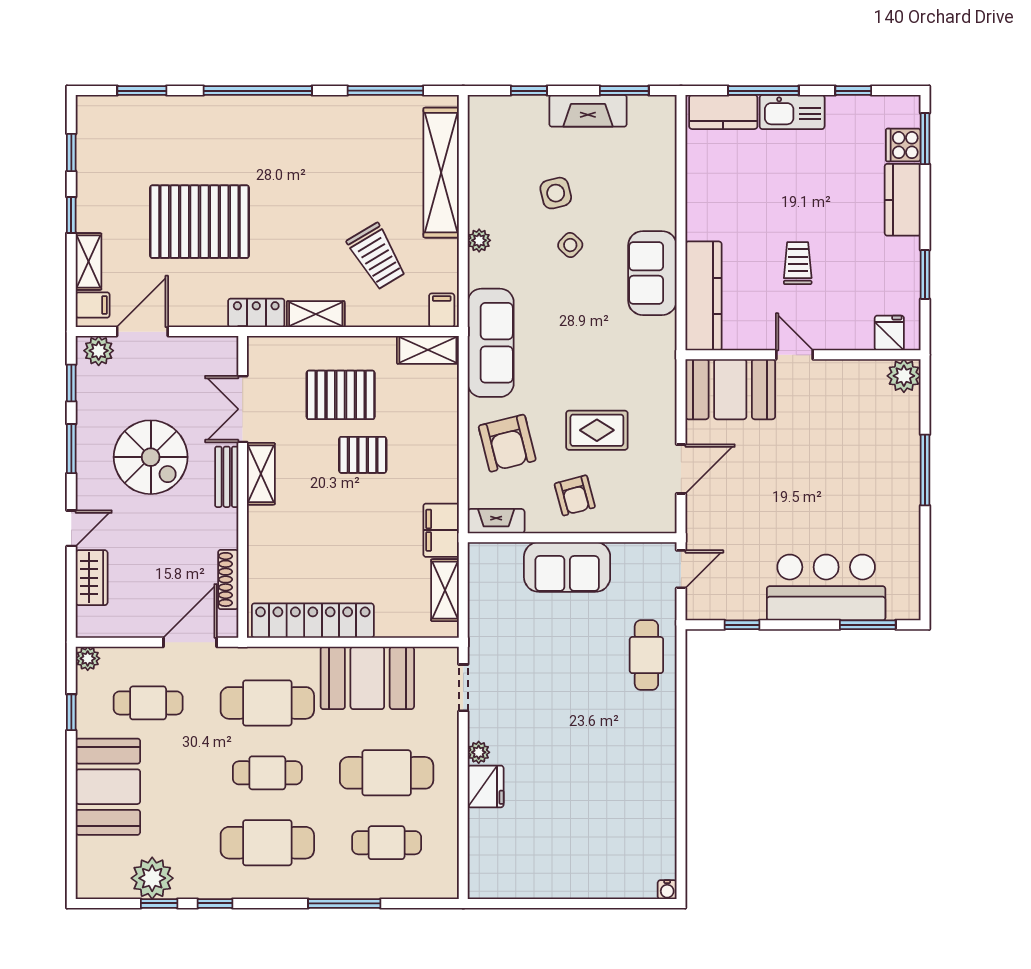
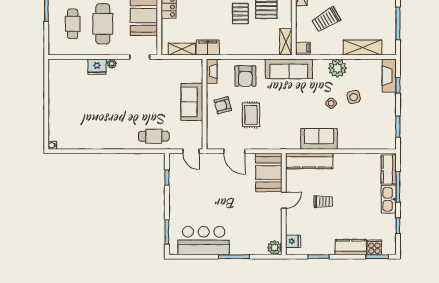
fireplace: (588, 111) -> (389, 76), moved
shelving: (441, 173) -> (362, 47), width x0.68
plant: (479, 240) -> (337, 68), width x1.87, depth x1.87
armchair: (507, 443) -> (245, 76), turned -76
bar counter: (826, 587) -> (204, 241), moved, turned -90

